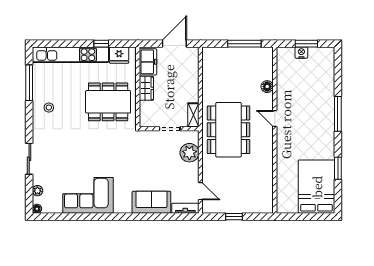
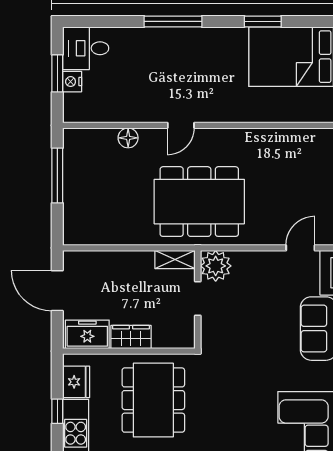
desk: (322, 61) -> (86, 48), added
plant: (189, 153) -> (216, 266), moved

